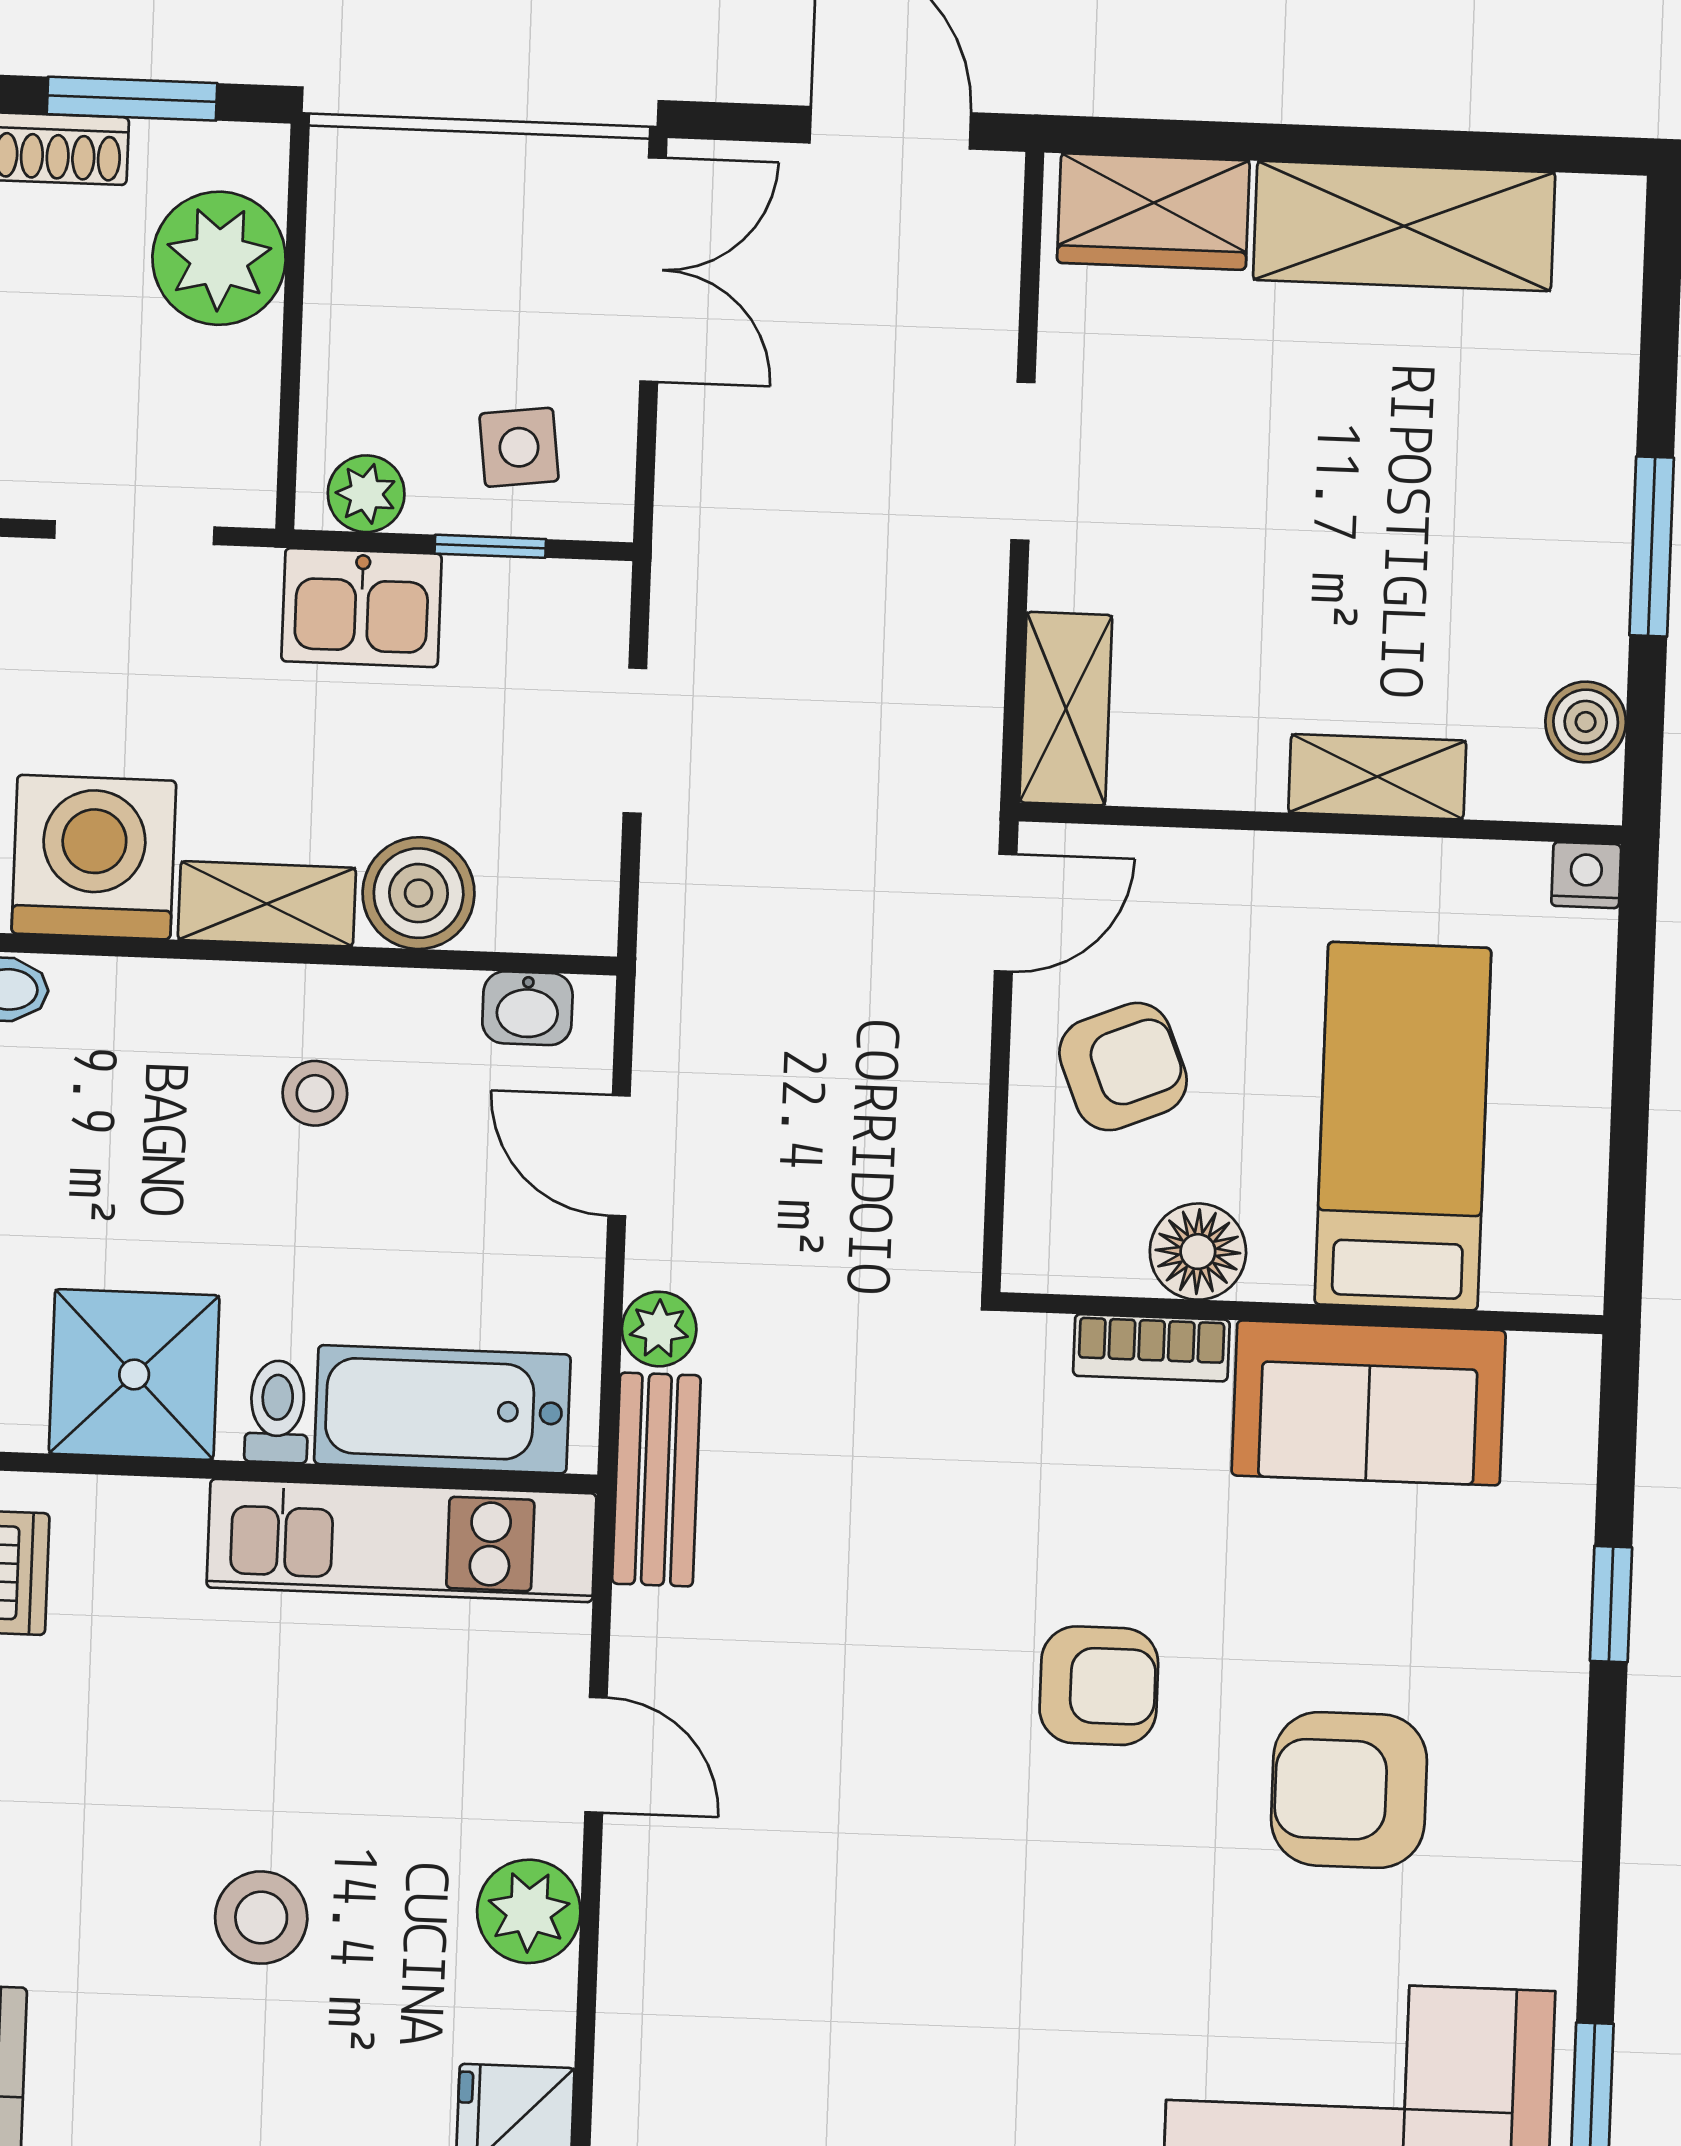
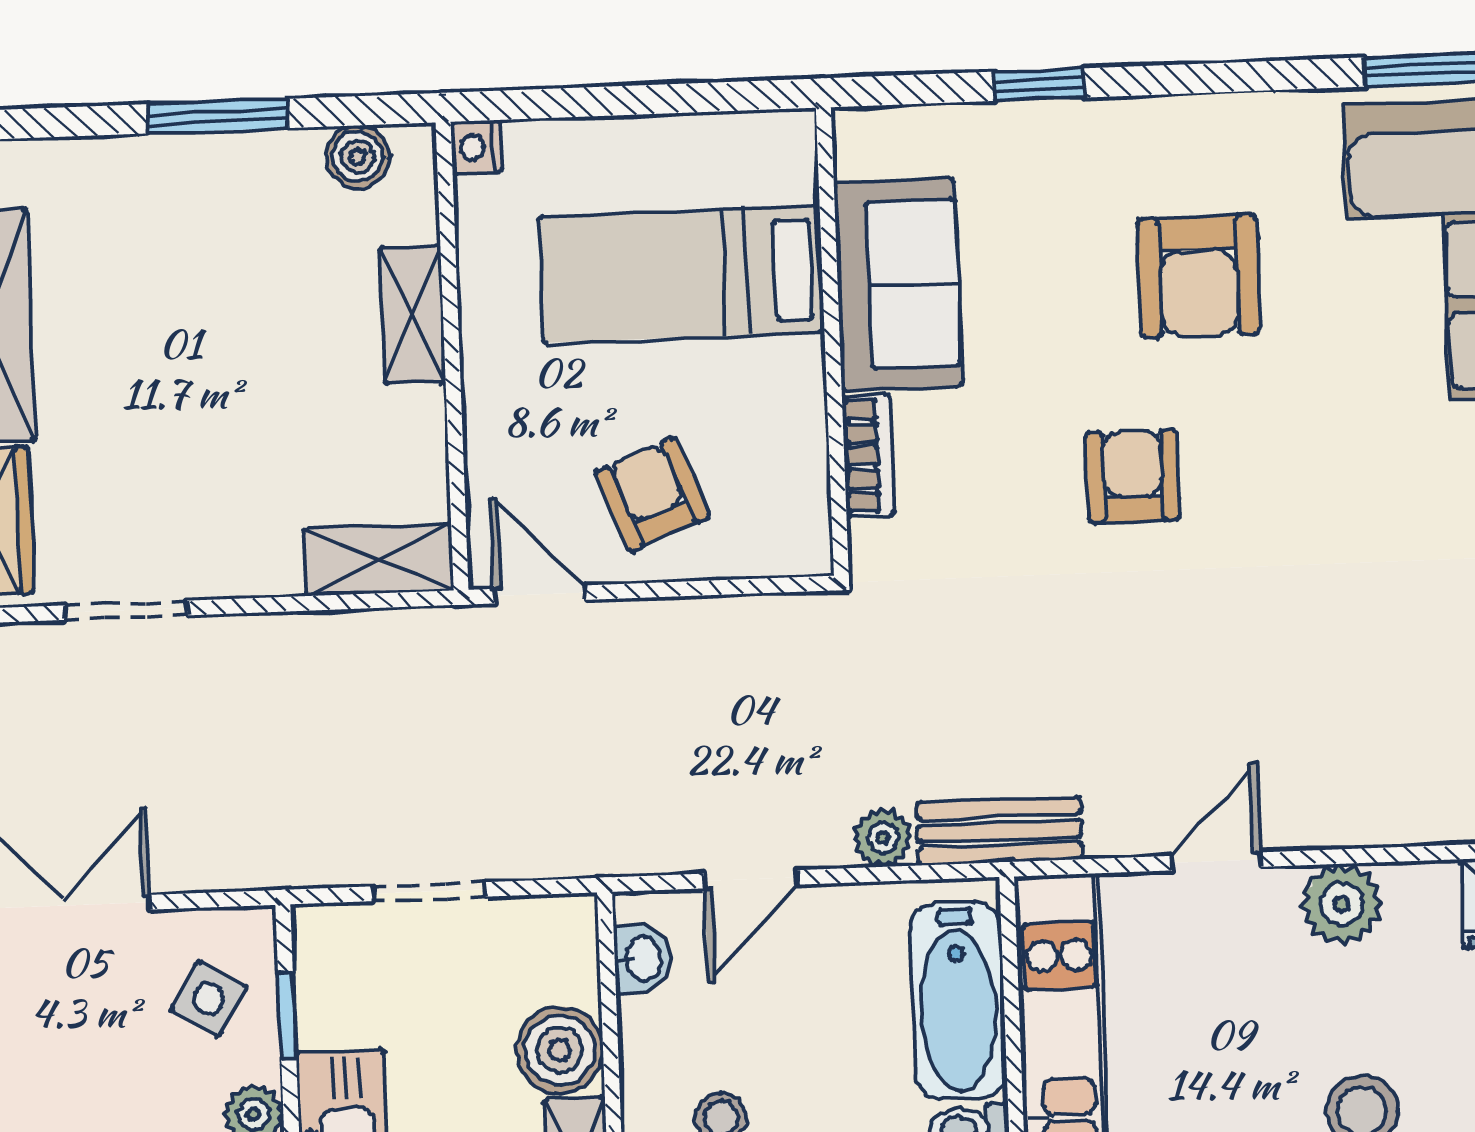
side table: (519, 447) -> (209, 999), turned 38
doorway: (1023, 461) -> (126, 610), moved
floor lamp: (1198, 1252) -> (791, 425), removed

